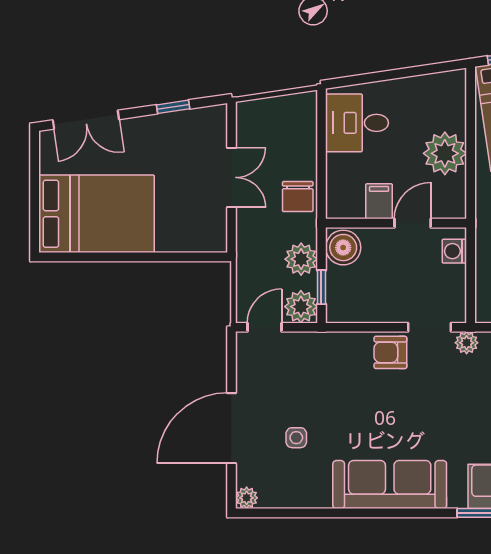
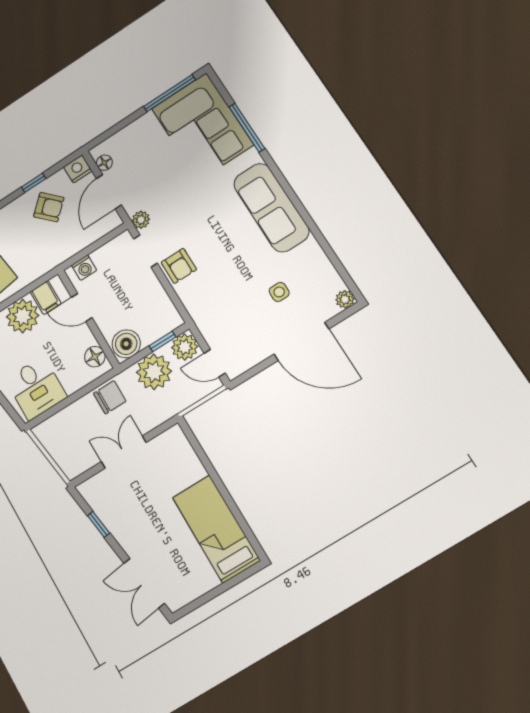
double door: (86, 120) -> (144, 583), swing flipped
filing cabinet: (379, 201) -> (46, 298), moved, turned -90
floor lamp: (351, 206) -> (95, 357), added
bed: (96, 214) -> (216, 529), width x0.67
plant: (301, 259) -> (154, 372), width x1.36, depth x1.36

